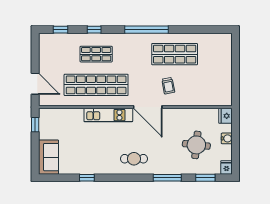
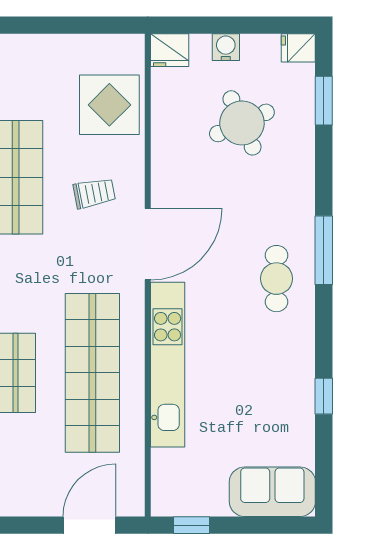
display table: (204, 92) -> (109, 105), added
kitchen unit: (108, 115) -> (168, 365), width x1.36
round table: (196, 145) -> (242, 123), turned -30
window: (167, 178) -> (324, 250), moved

